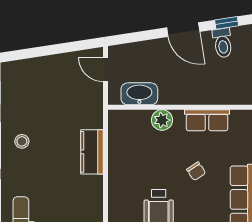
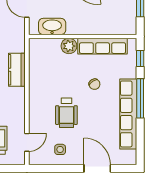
row of seats: (207, 120) -> (103, 46), width x1.48

